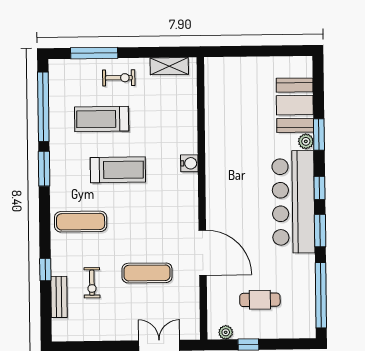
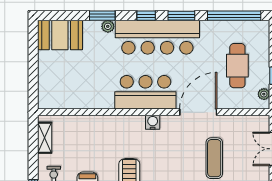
booth: (295, 105) -> (60, 35), moved
water cooler: (189, 163) -> (153, 122), moved
bar counter: (226, 188) -> (145, 92), added
cafe table: (260, 300) -> (237, 66), width x1.37, depth x1.35

